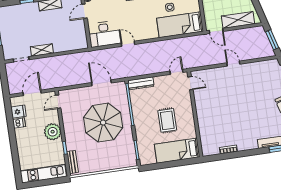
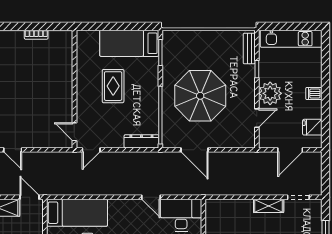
door: (58, 102) -> (257, 118), moved
dishwasher: (19, 123) -> (314, 94), moved
bed: (177, 151) -> (129, 43), moved, turned 180

